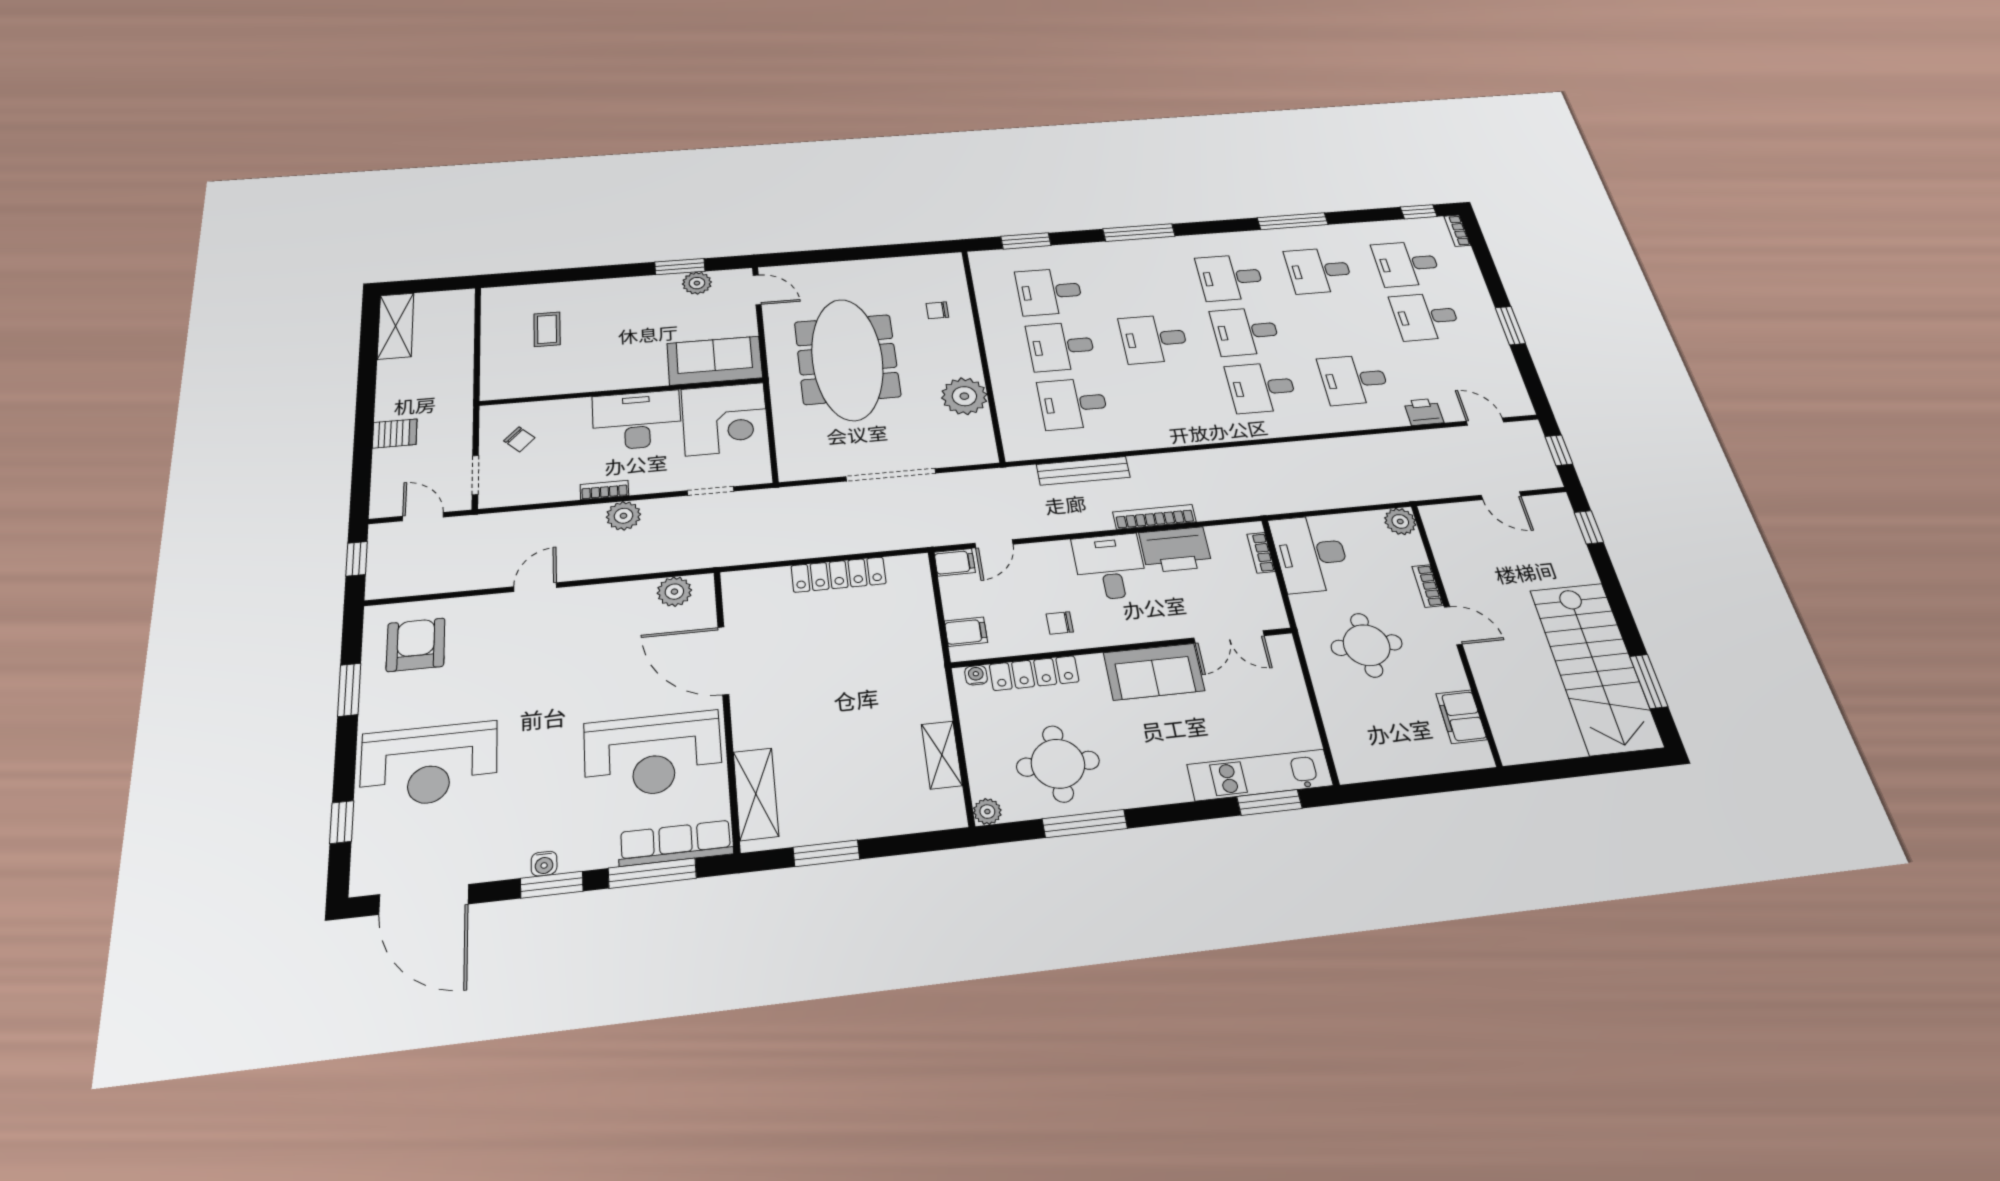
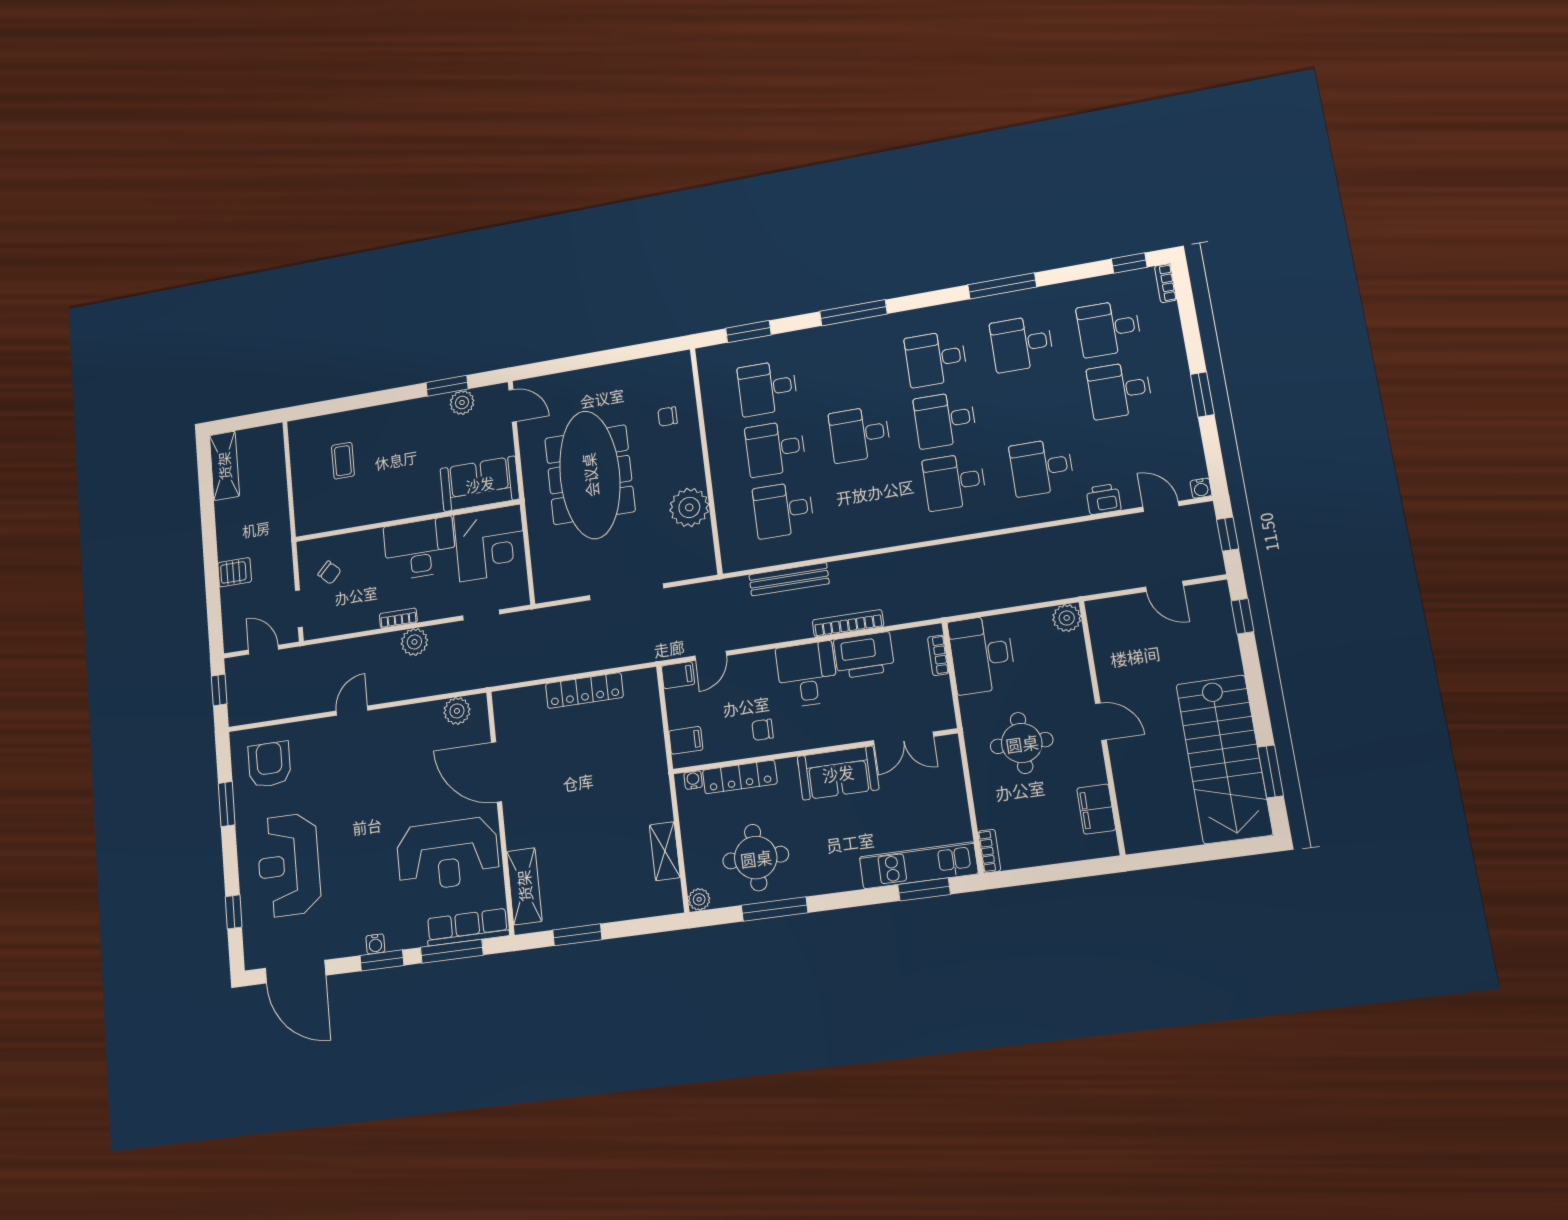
water cooler: (1524, 407) -> (1201, 488), added
bookcase: (1428, 586) -> (989, 851), moved, turned 180
reception desk: (429, 765) -> (289, 865), turned 90

